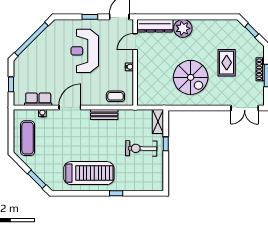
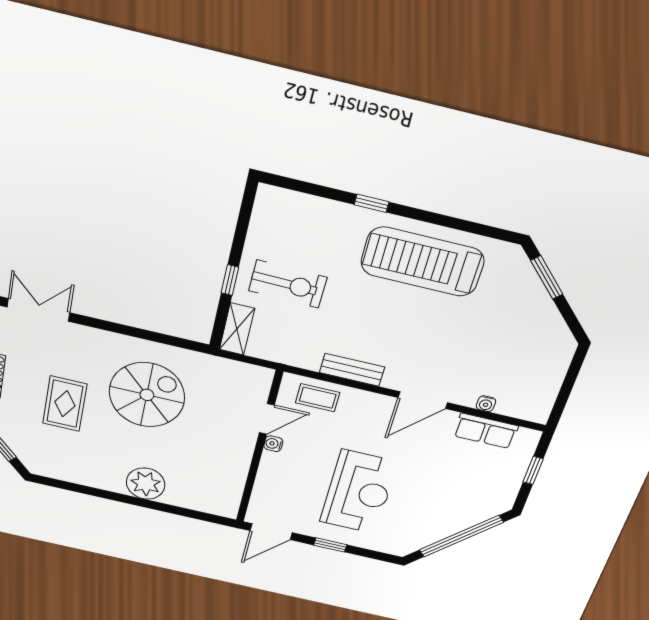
dresser: (155, 26) -> (202, 501), removed
door: (135, 42) -> (267, 419), moved
spiral stairs: (191, 77) -> (147, 395), turned 90
exercise mat: (28, 138) -> (536, 364), removed

